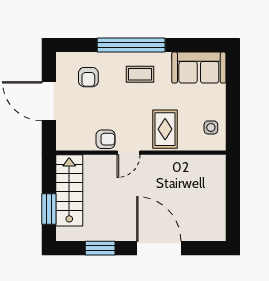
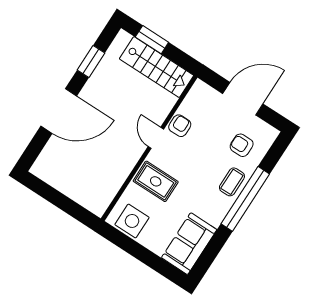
coffee table: (140, 74) -> (232, 182), moved
side table: (211, 127) -> (132, 221), width x1.87, depth x1.87
armchair: (106, 139) -> (180, 126), turned 180

